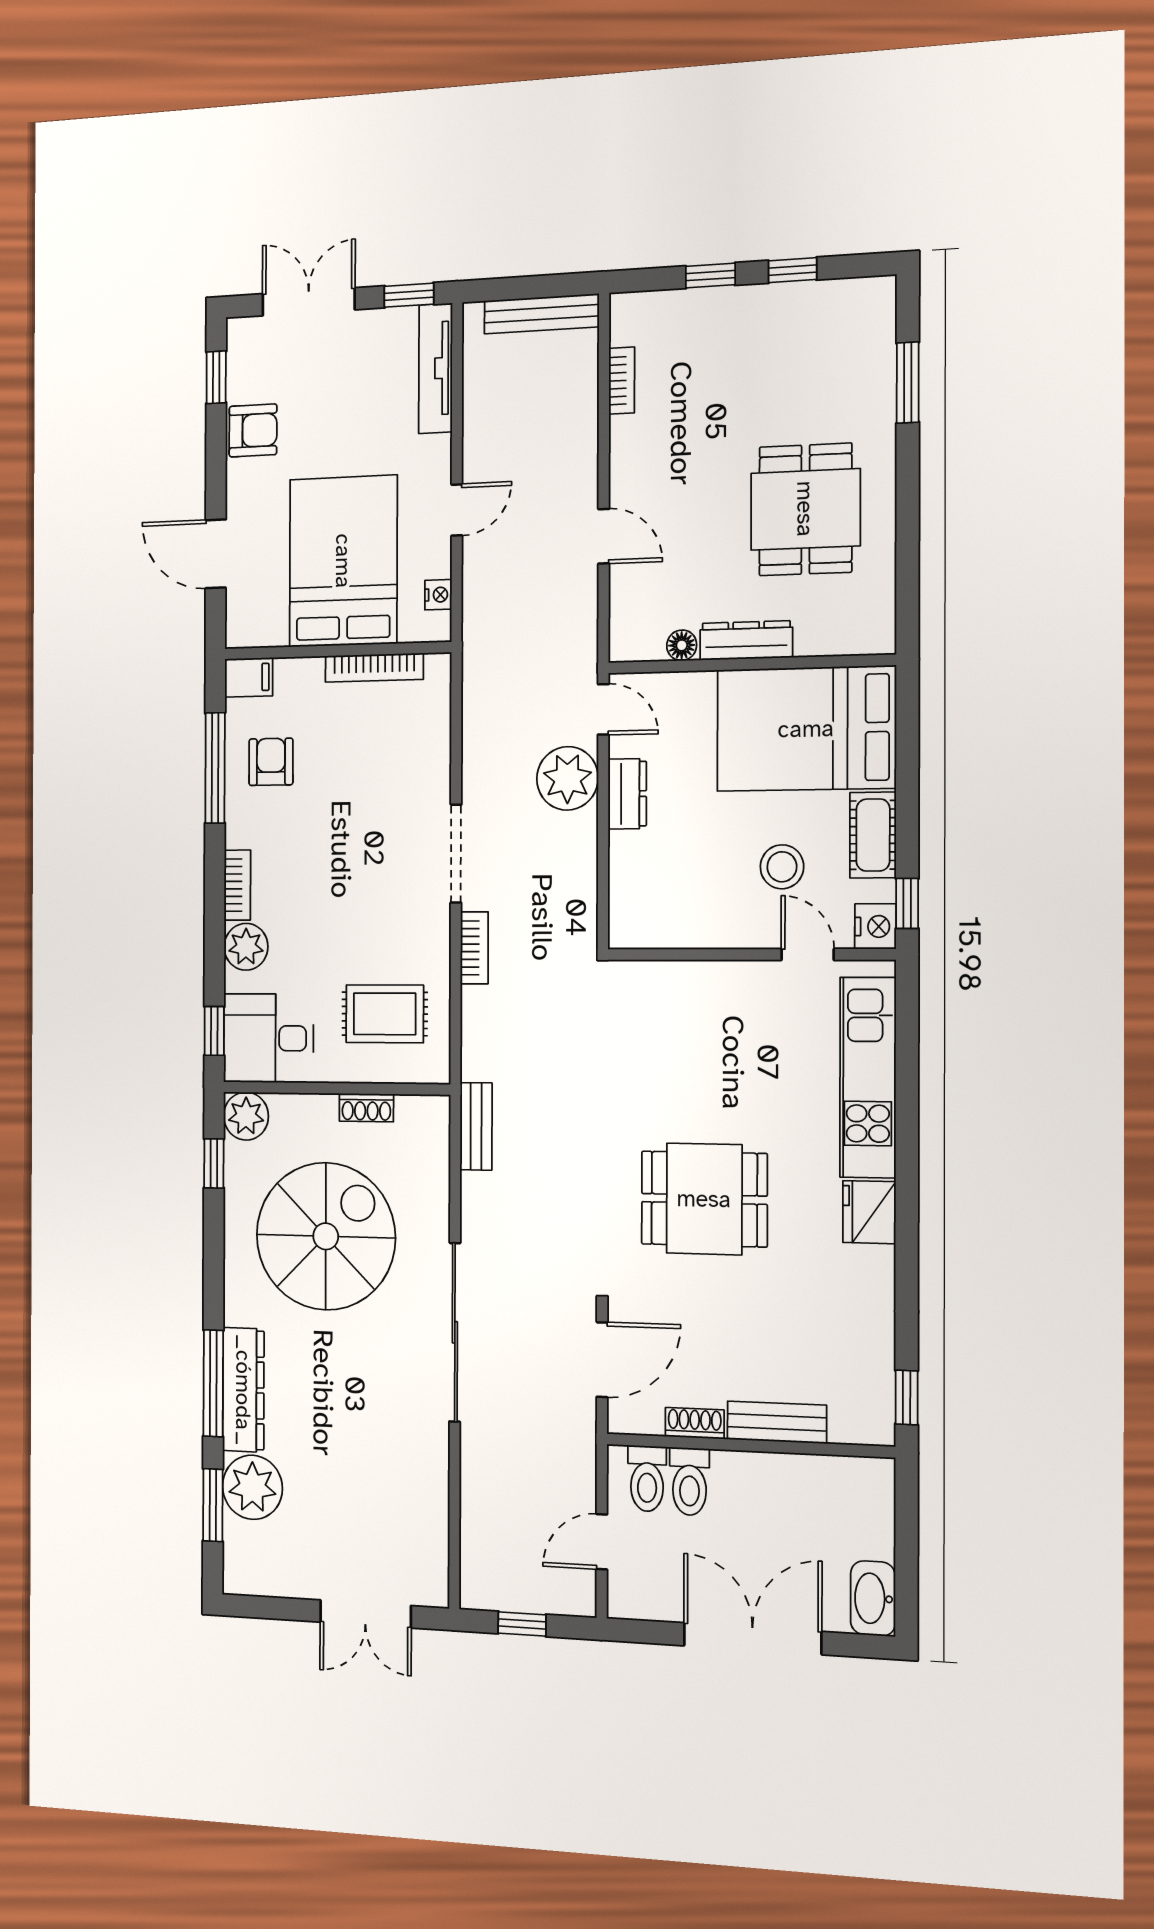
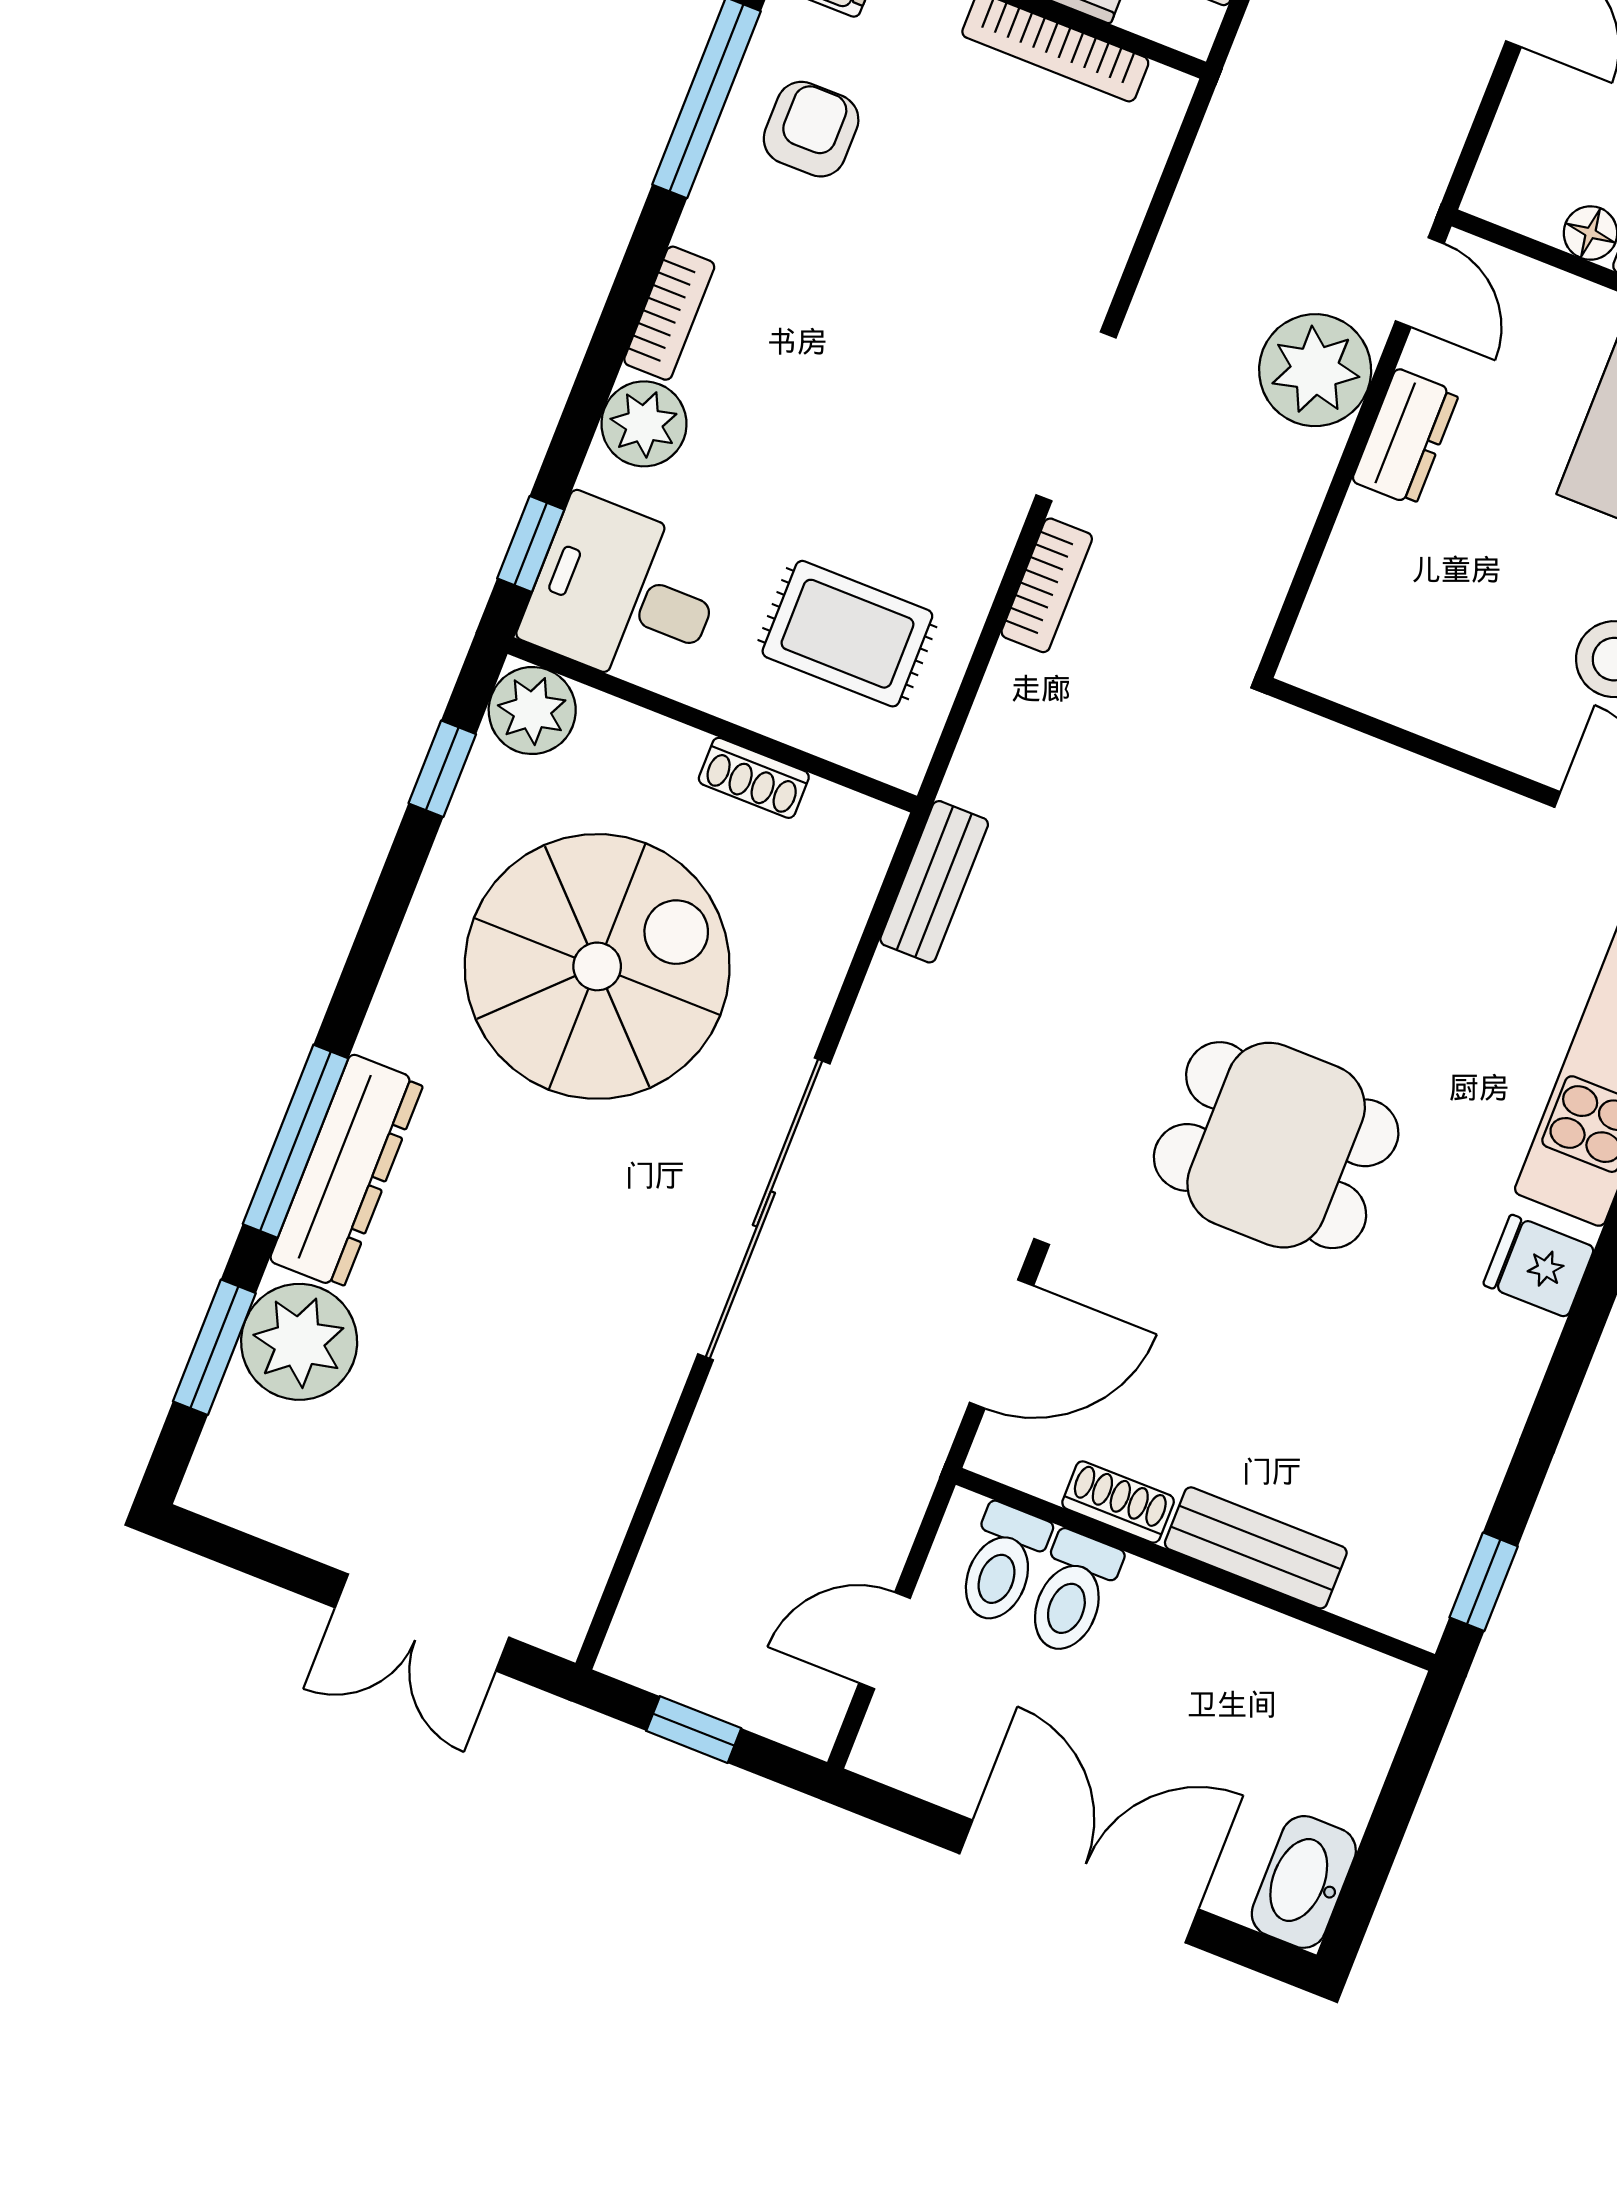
fridge: (869, 1212) -> (1539, 1266), width x0.72

